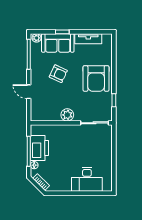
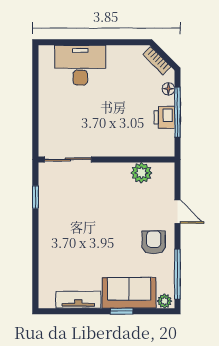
armchair: (58, 74) -> (154, 242), moved, turned 65
armchair: (96, 78) -> (65, 234), removed
plant: (67, 115) -> (141, 173), moved
printer: (39, 148) -> (164, 117), width x0.53, depth x0.68

